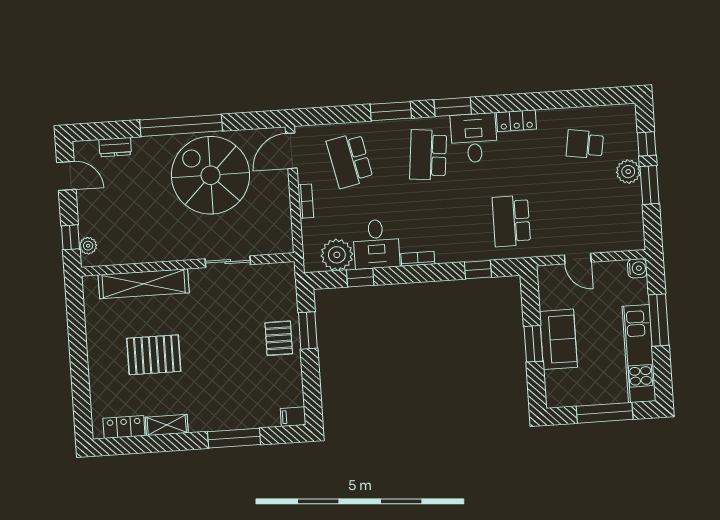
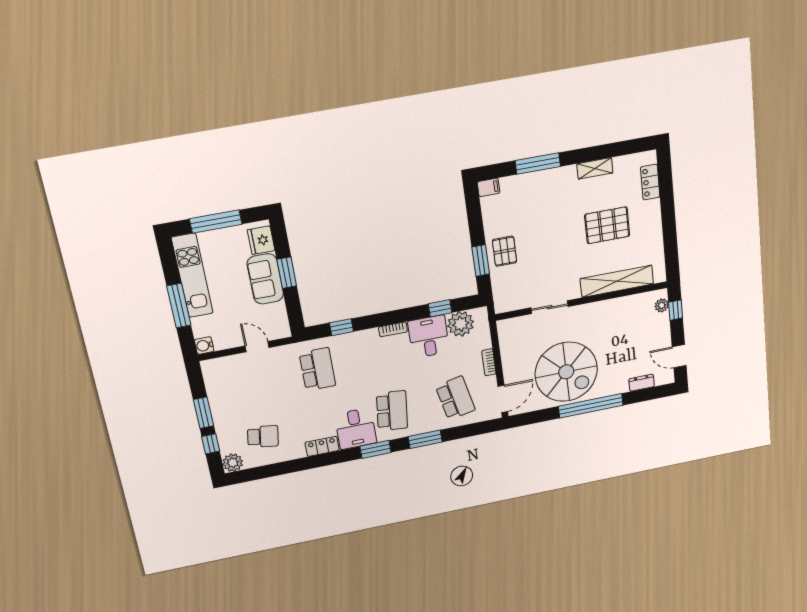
plant: (628, 172) -> (233, 463), moved
fridge: (558, 385) -> (261, 240), added
locker: (124, 427) -> (650, 182), moved, turned 90

